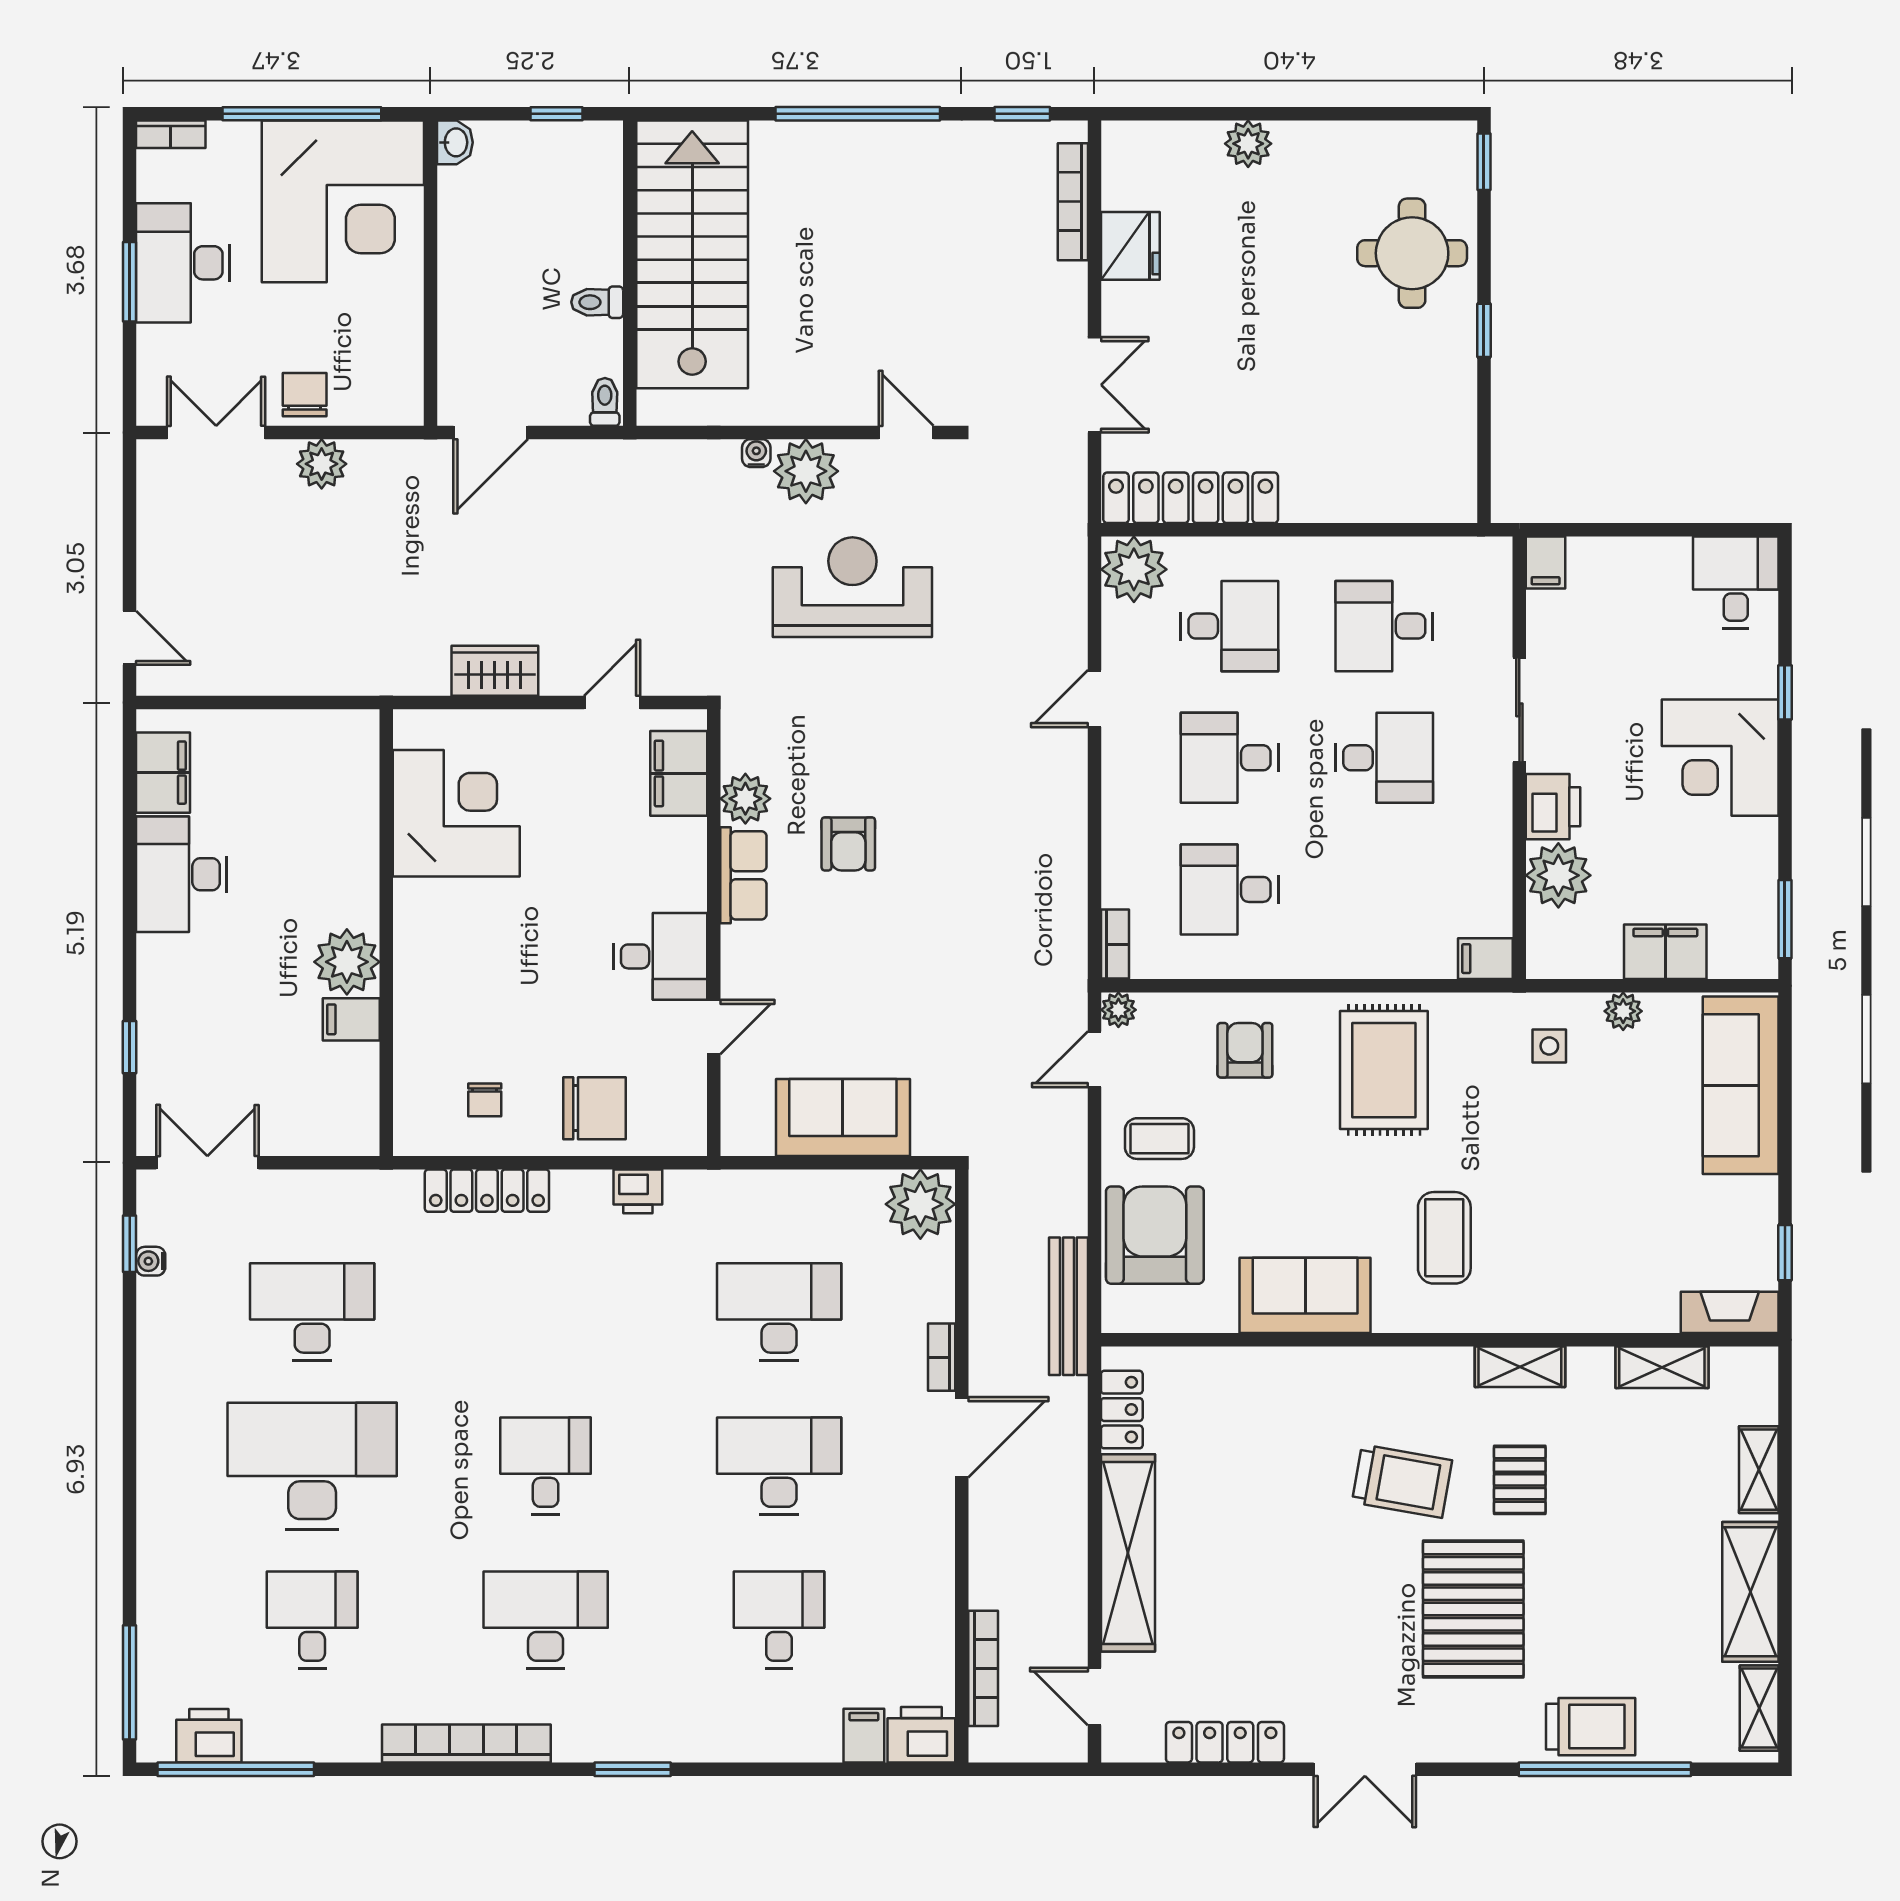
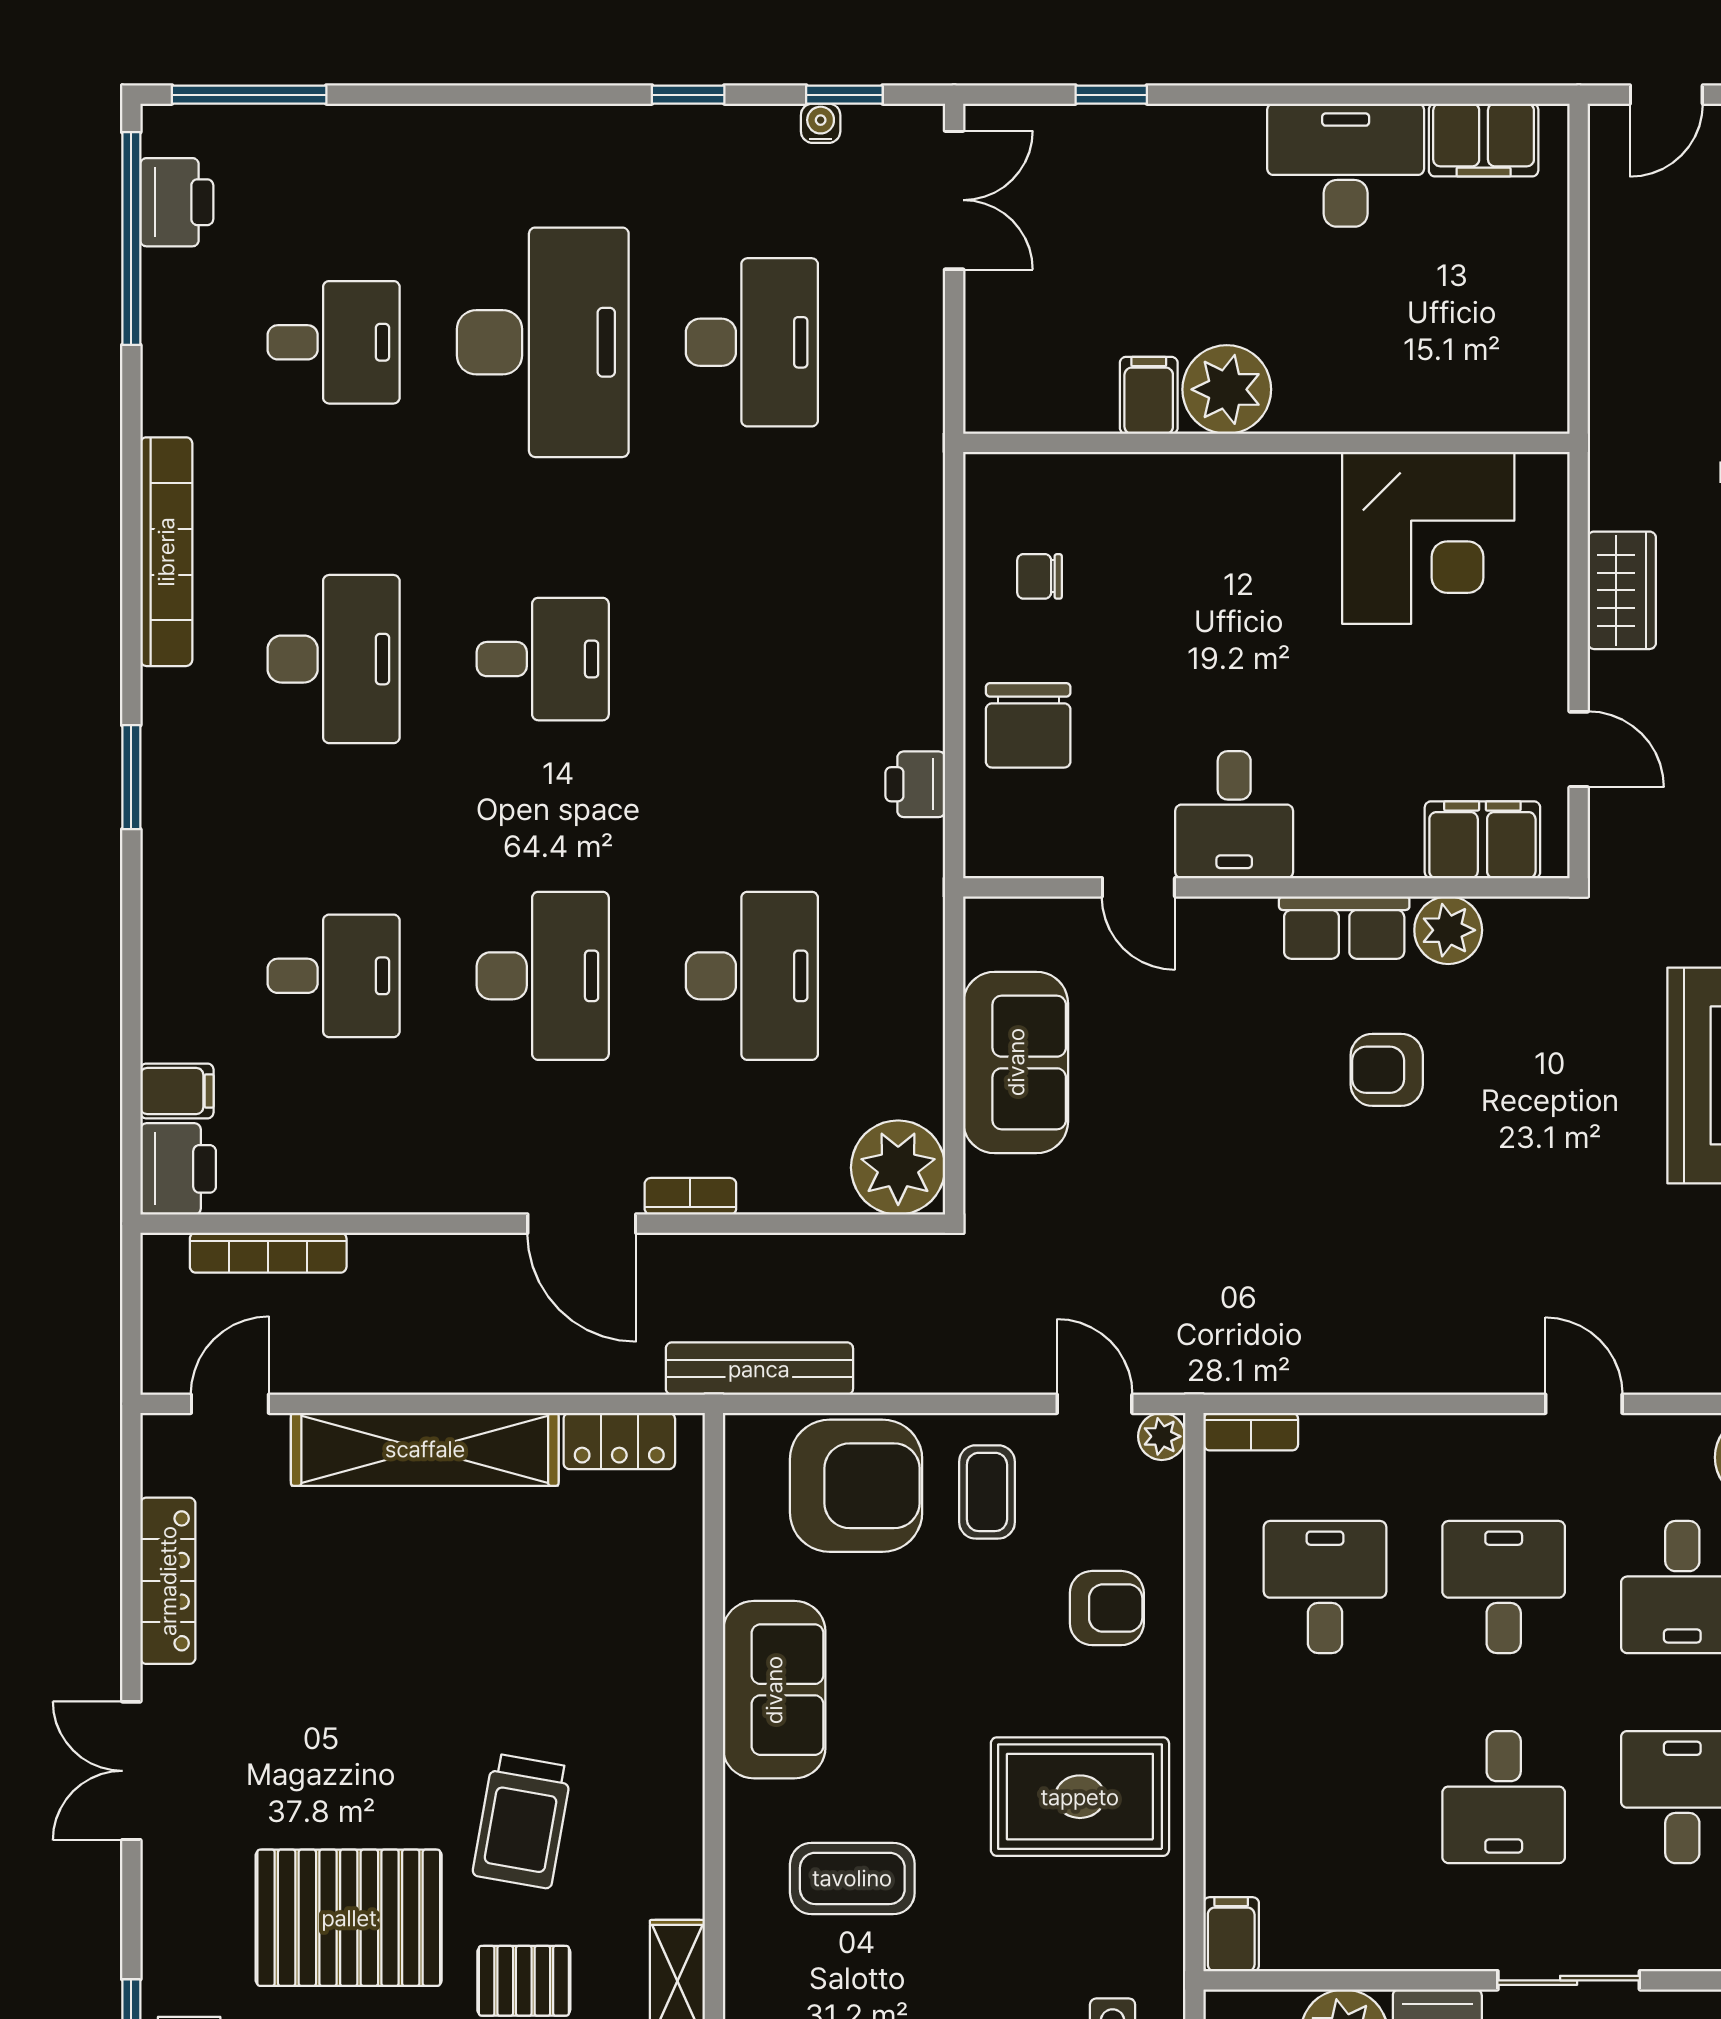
locker: (487, 1191) -> (916, 580), removed
window: (130, 1359) -> (688, 95), added

